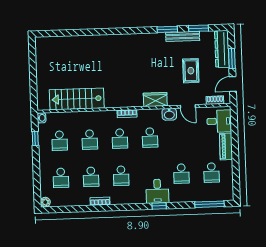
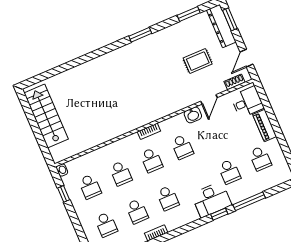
window: (167, 29) -> (140, 35), moved
bench: (183, 36) -> (175, 29), removed
window: (232, 58) -> (230, 19), moved
rug: (191, 71) -> (198, 61), turned 90
stairs: (77, 99) -> (46, 116), moved, turned 90
wardrobe: (155, 100) -> (172, 105), removed
door: (188, 106) -> (209, 99), hinge flipped
desk: (157, 191) -> (211, 200), width x1.37
window: (210, 204) -> (249, 201), moved

